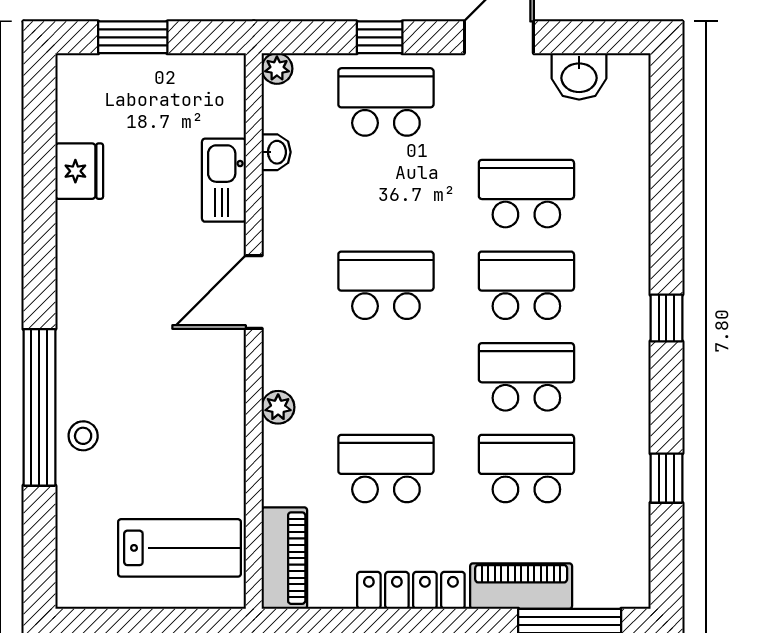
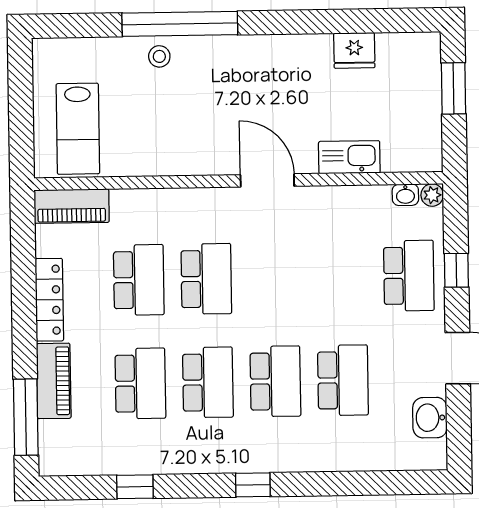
washbasin: (276, 152) -> (405, 195), moved
school desk: (386, 285) -> (206, 279), moved
plant: (278, 407) -> (183, 200), removed

